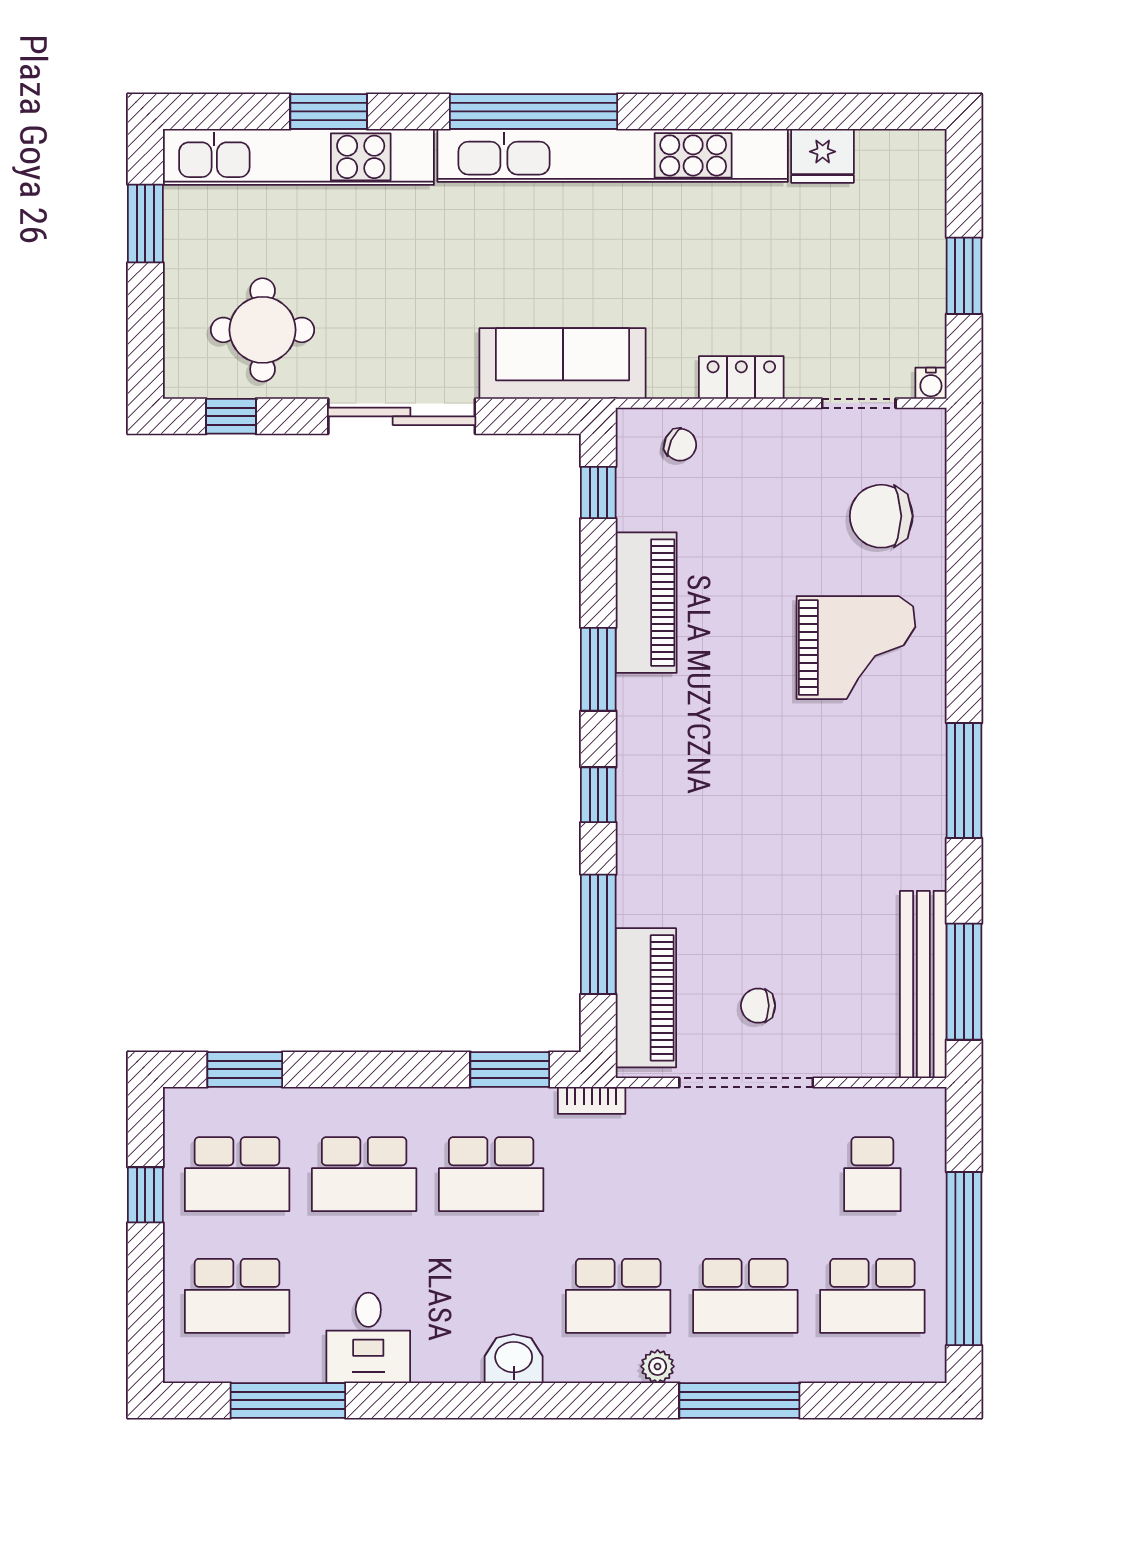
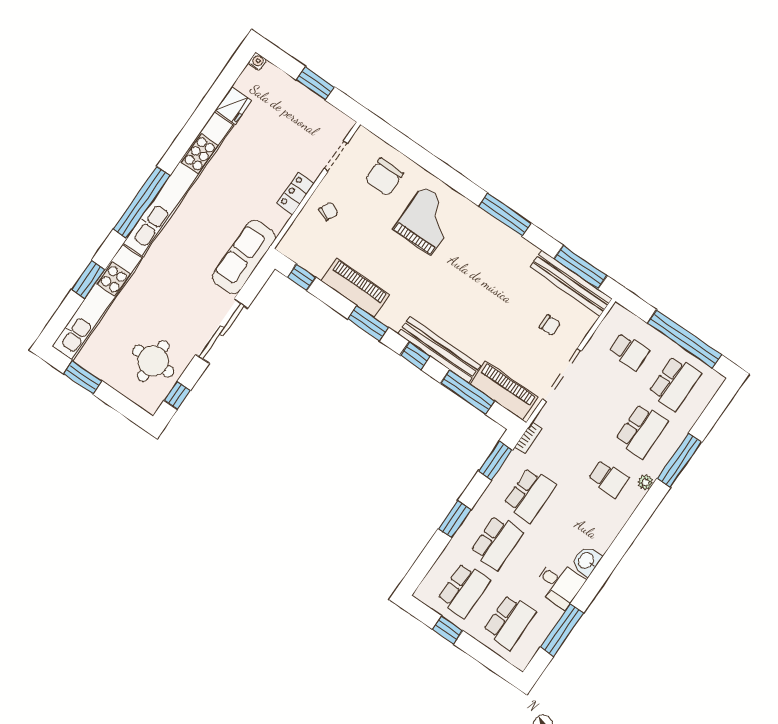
water cooler: (931, 383) -> (257, 62), moved, turned -90
chair: (680, 445) -> (329, 211), moved
bench: (639, 830) -> (439, 350), added
chair: (758, 1006) -> (550, 325), moved, turned -90
window: (245, 1069) -> (455, 519), moved
school desk: (618, 1296) -> (609, 479), width x0.54
washbasin: (514, 1359) -> (586, 561), moved

